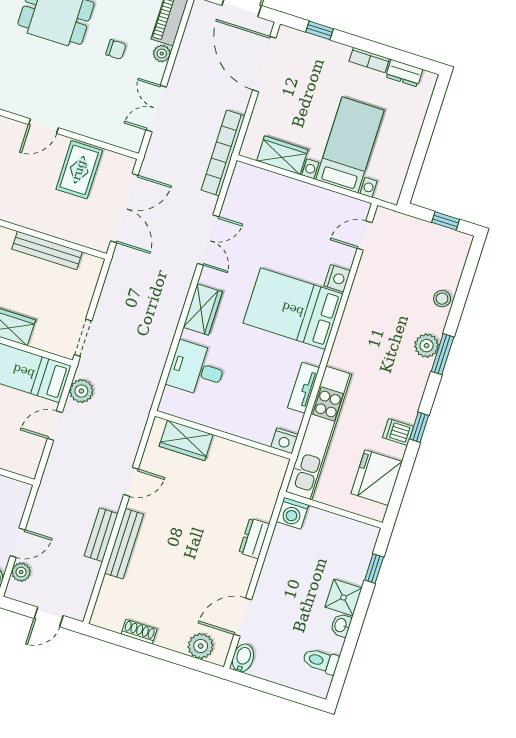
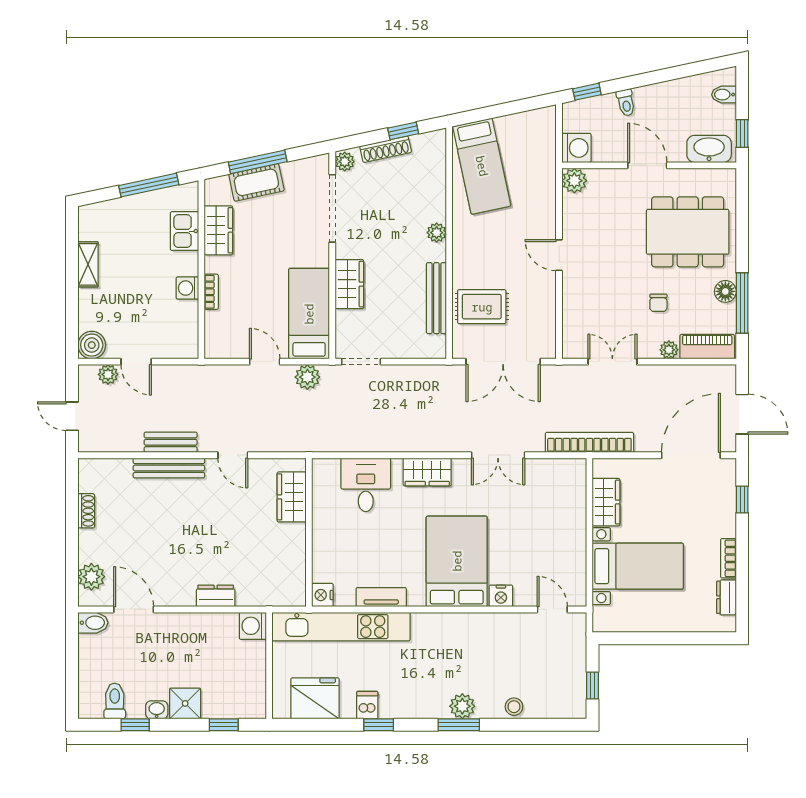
rug: (79, 170) -> (482, 307), moved
window: (348, 649) -> (135, 725), added

